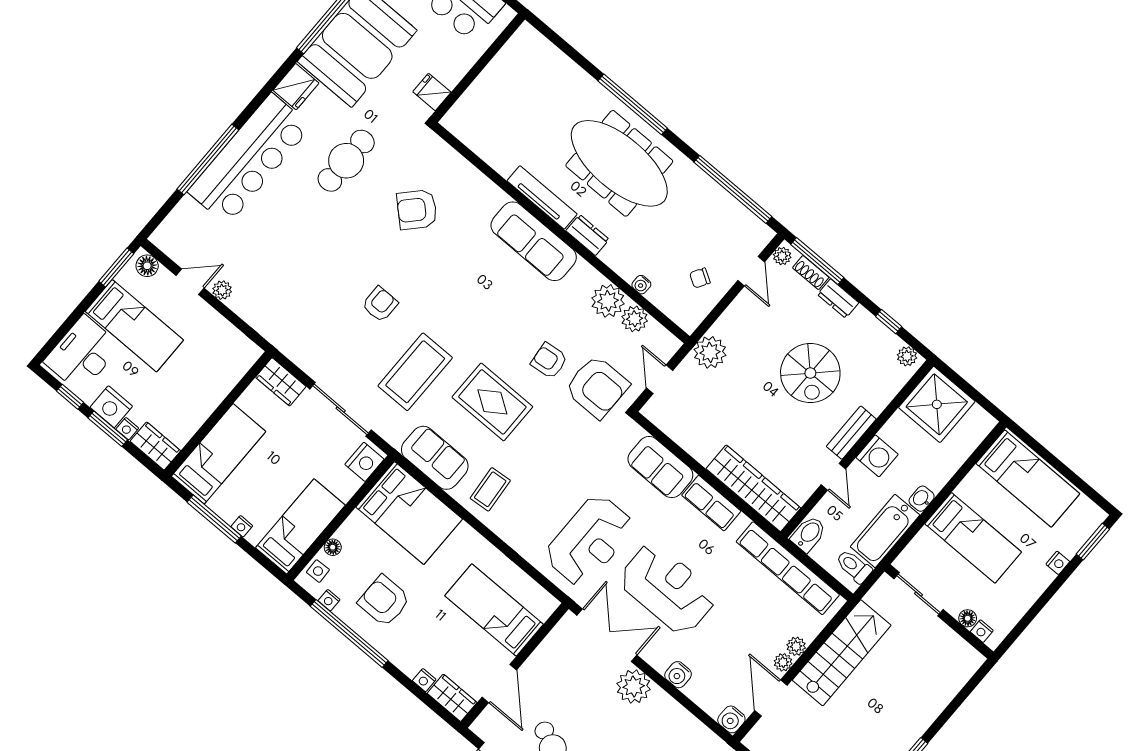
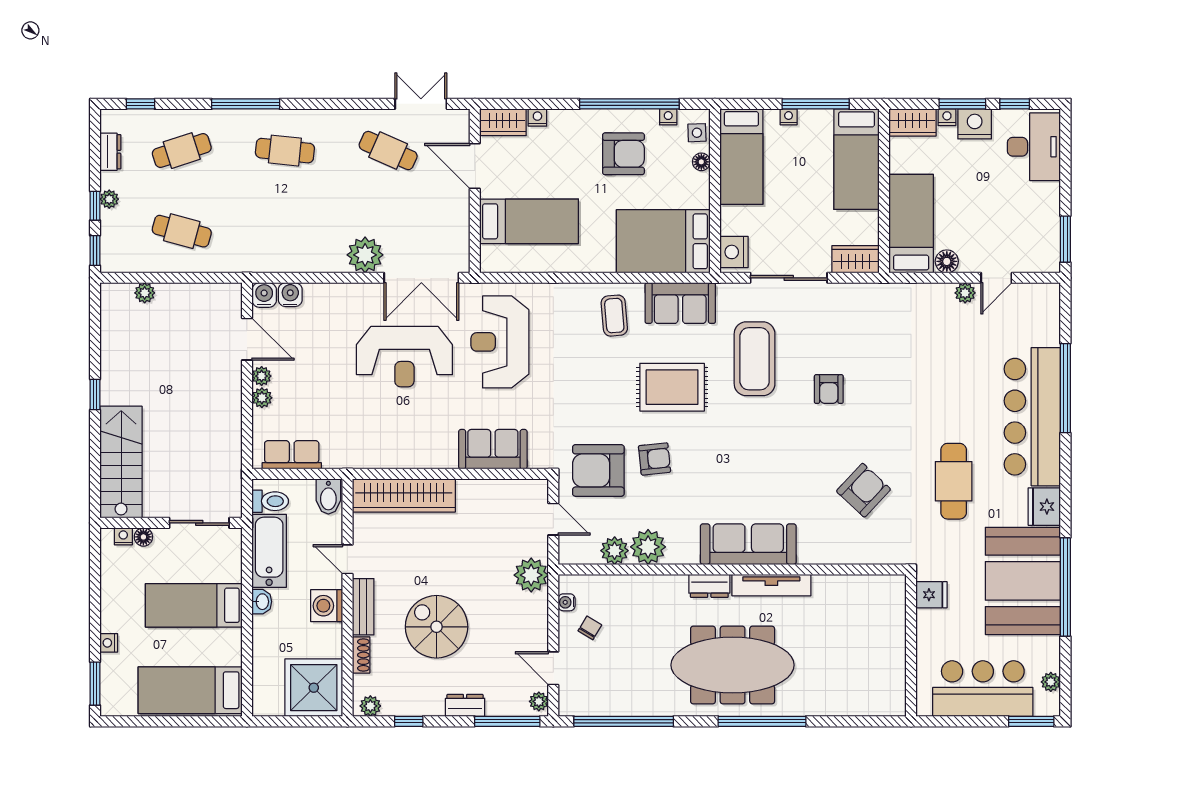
floor lamp: (147, 266) -> (947, 261), moved
shoe rack: (811, 273) -> (361, 655), moved, turned 90
water cooler: (641, 285) -> (567, 602), moved, turned -90
bed: (134, 326) -> (911, 224), moved, turned 90
row of seats: (711, 503) -> (427, 455), removed
row of seats: (788, 568) -> (292, 455), width x0.50
stairs: (842, 653) -> (121, 462), moved, turned 180
water cooler: (678, 675) -> (290, 295), moved

